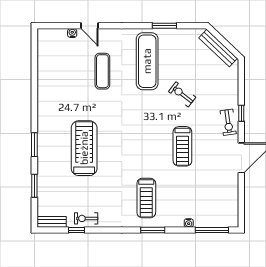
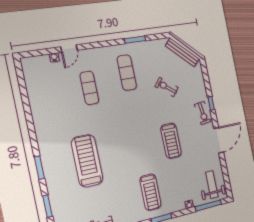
door: (90, 26) -> (69, 49), hinge flipped
exercise mat: (147, 61) -> (127, 73), width x0.73, depth x0.69
exercise bike: (182, 94) -> (167, 87), moved
weight bench: (221, 207) -> (212, 184), added

